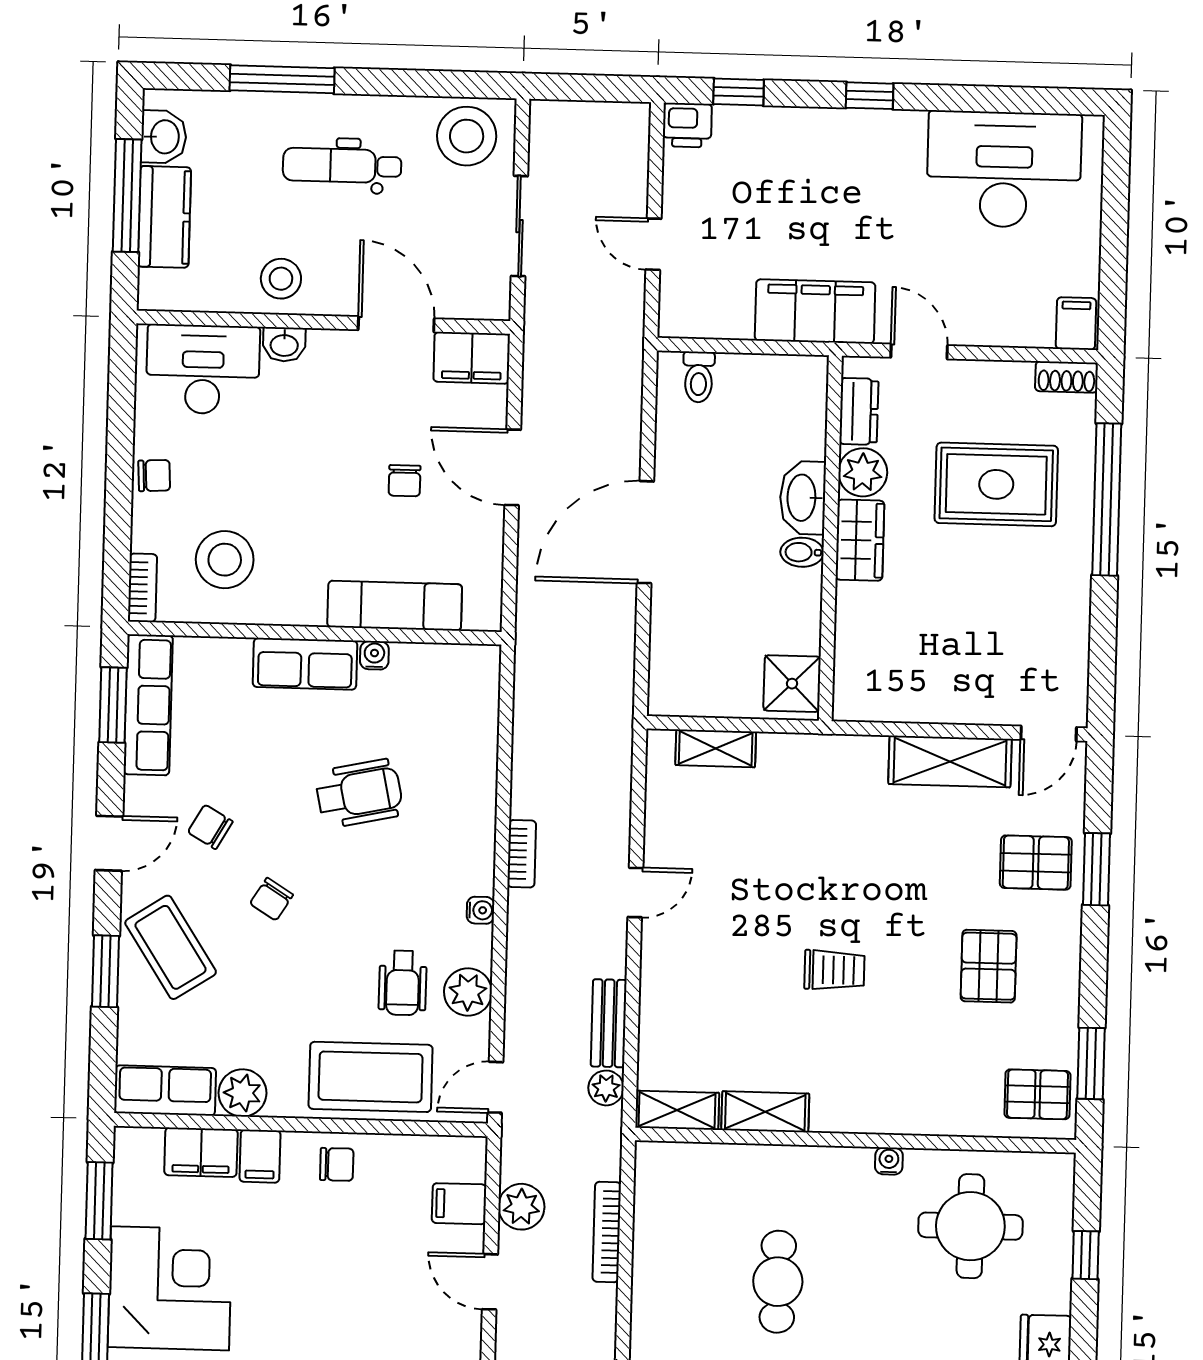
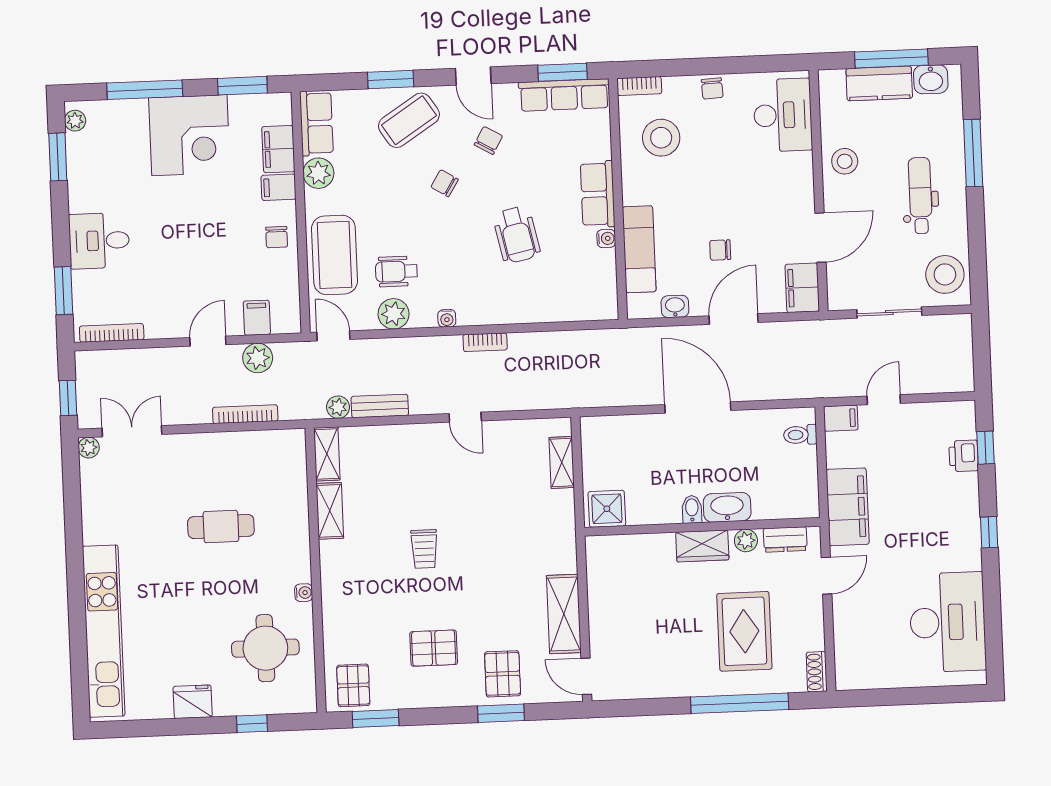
printer: (687, 125) -> (964, 456), moved
filing cabinet: (1076, 324) -> (841, 418), moved
washbasin: (284, 344) -> (675, 306), moved, turned 90
plant: (863, 472) -> (746, 540), width x0.73, depth x0.73

